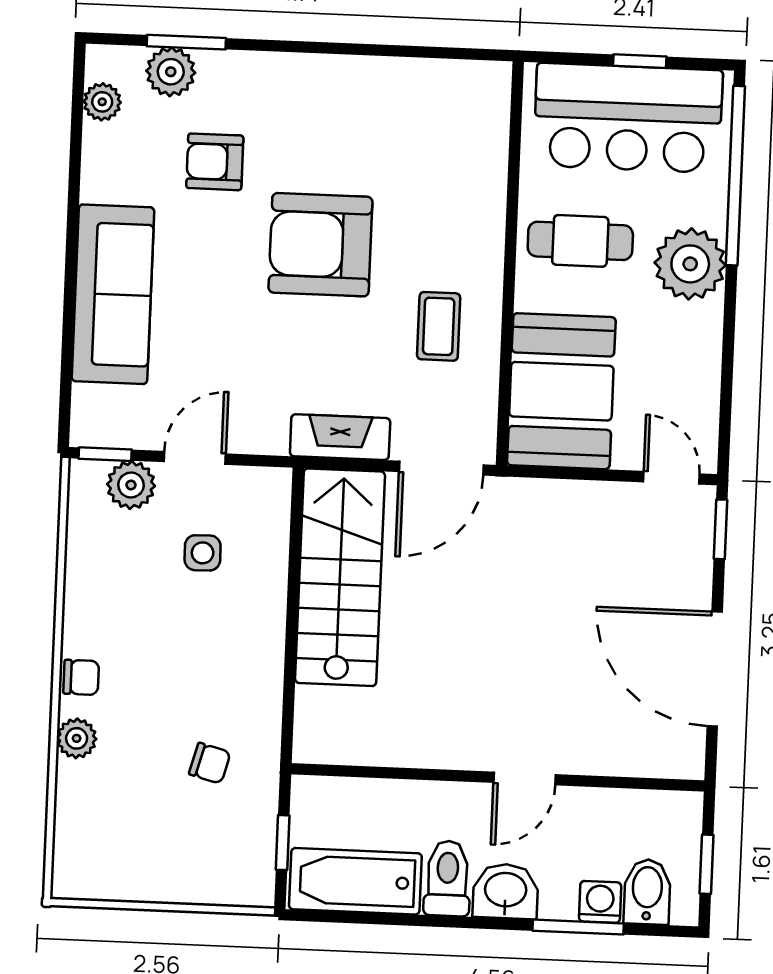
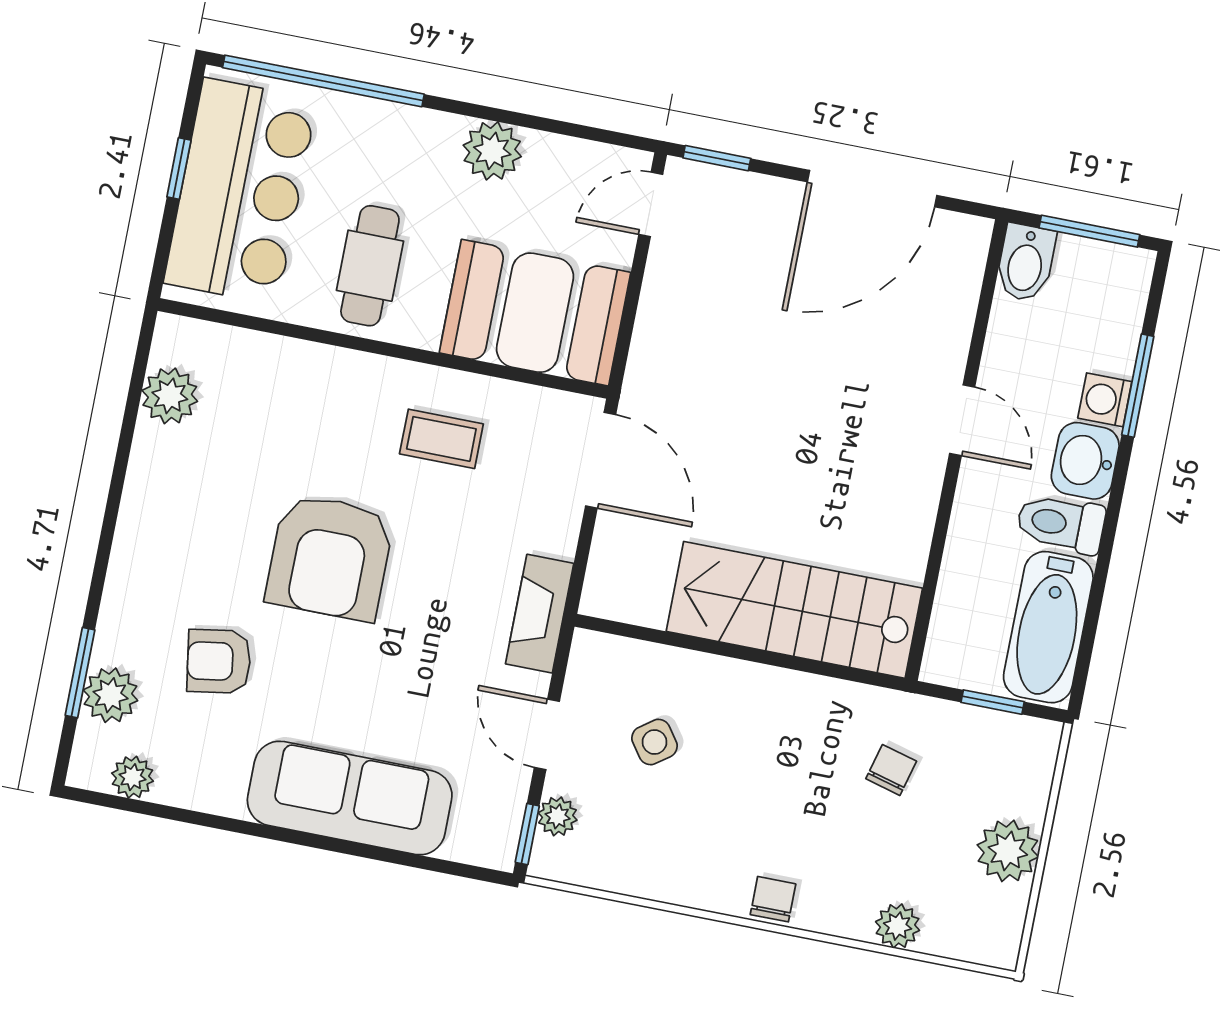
plant: (440, 84) -> (170, 396), added
armchair: (215, 162) -> (219, 661), turned 81
plant: (690, 264) -> (492, 151), moved, width x0.73, depth x0.73
fireplace: (340, 437) -> (540, 614), moved
plant: (131, 485) -> (558, 816), width x0.73, depth x0.73
side table: (203, 553) -> (655, 742), turned -35
stairs: (340, 577) -> (794, 610), moved
plant: (77, 738) -> (898, 926), moved
window: (707, 864) -> (1089, 231), width x1.50
plant: (155, 876) -> (1008, 851), added
bidet: (647, 892) -> (1026, 263), moved, turned -90
washing machine: (600, 902) -> (1105, 400), moved

